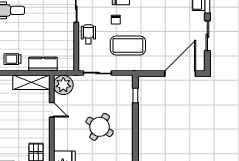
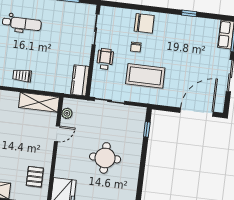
kitchen counter: (43, 64) -> (80, 80), moved, turned -90
plant: (63, 85) -> (67, 113), width x0.53, depth x0.53
door: (52, 110) -> (57, 134), hinge flipped
round table: (100, 127) -> (105, 158), turned -31

